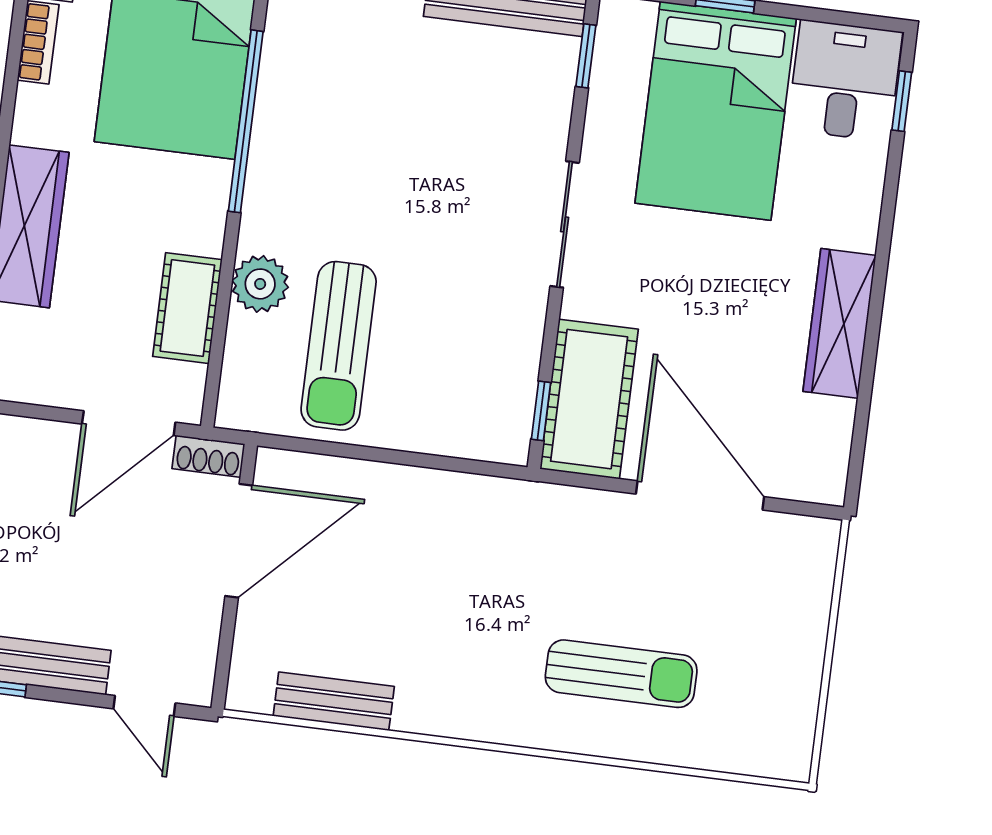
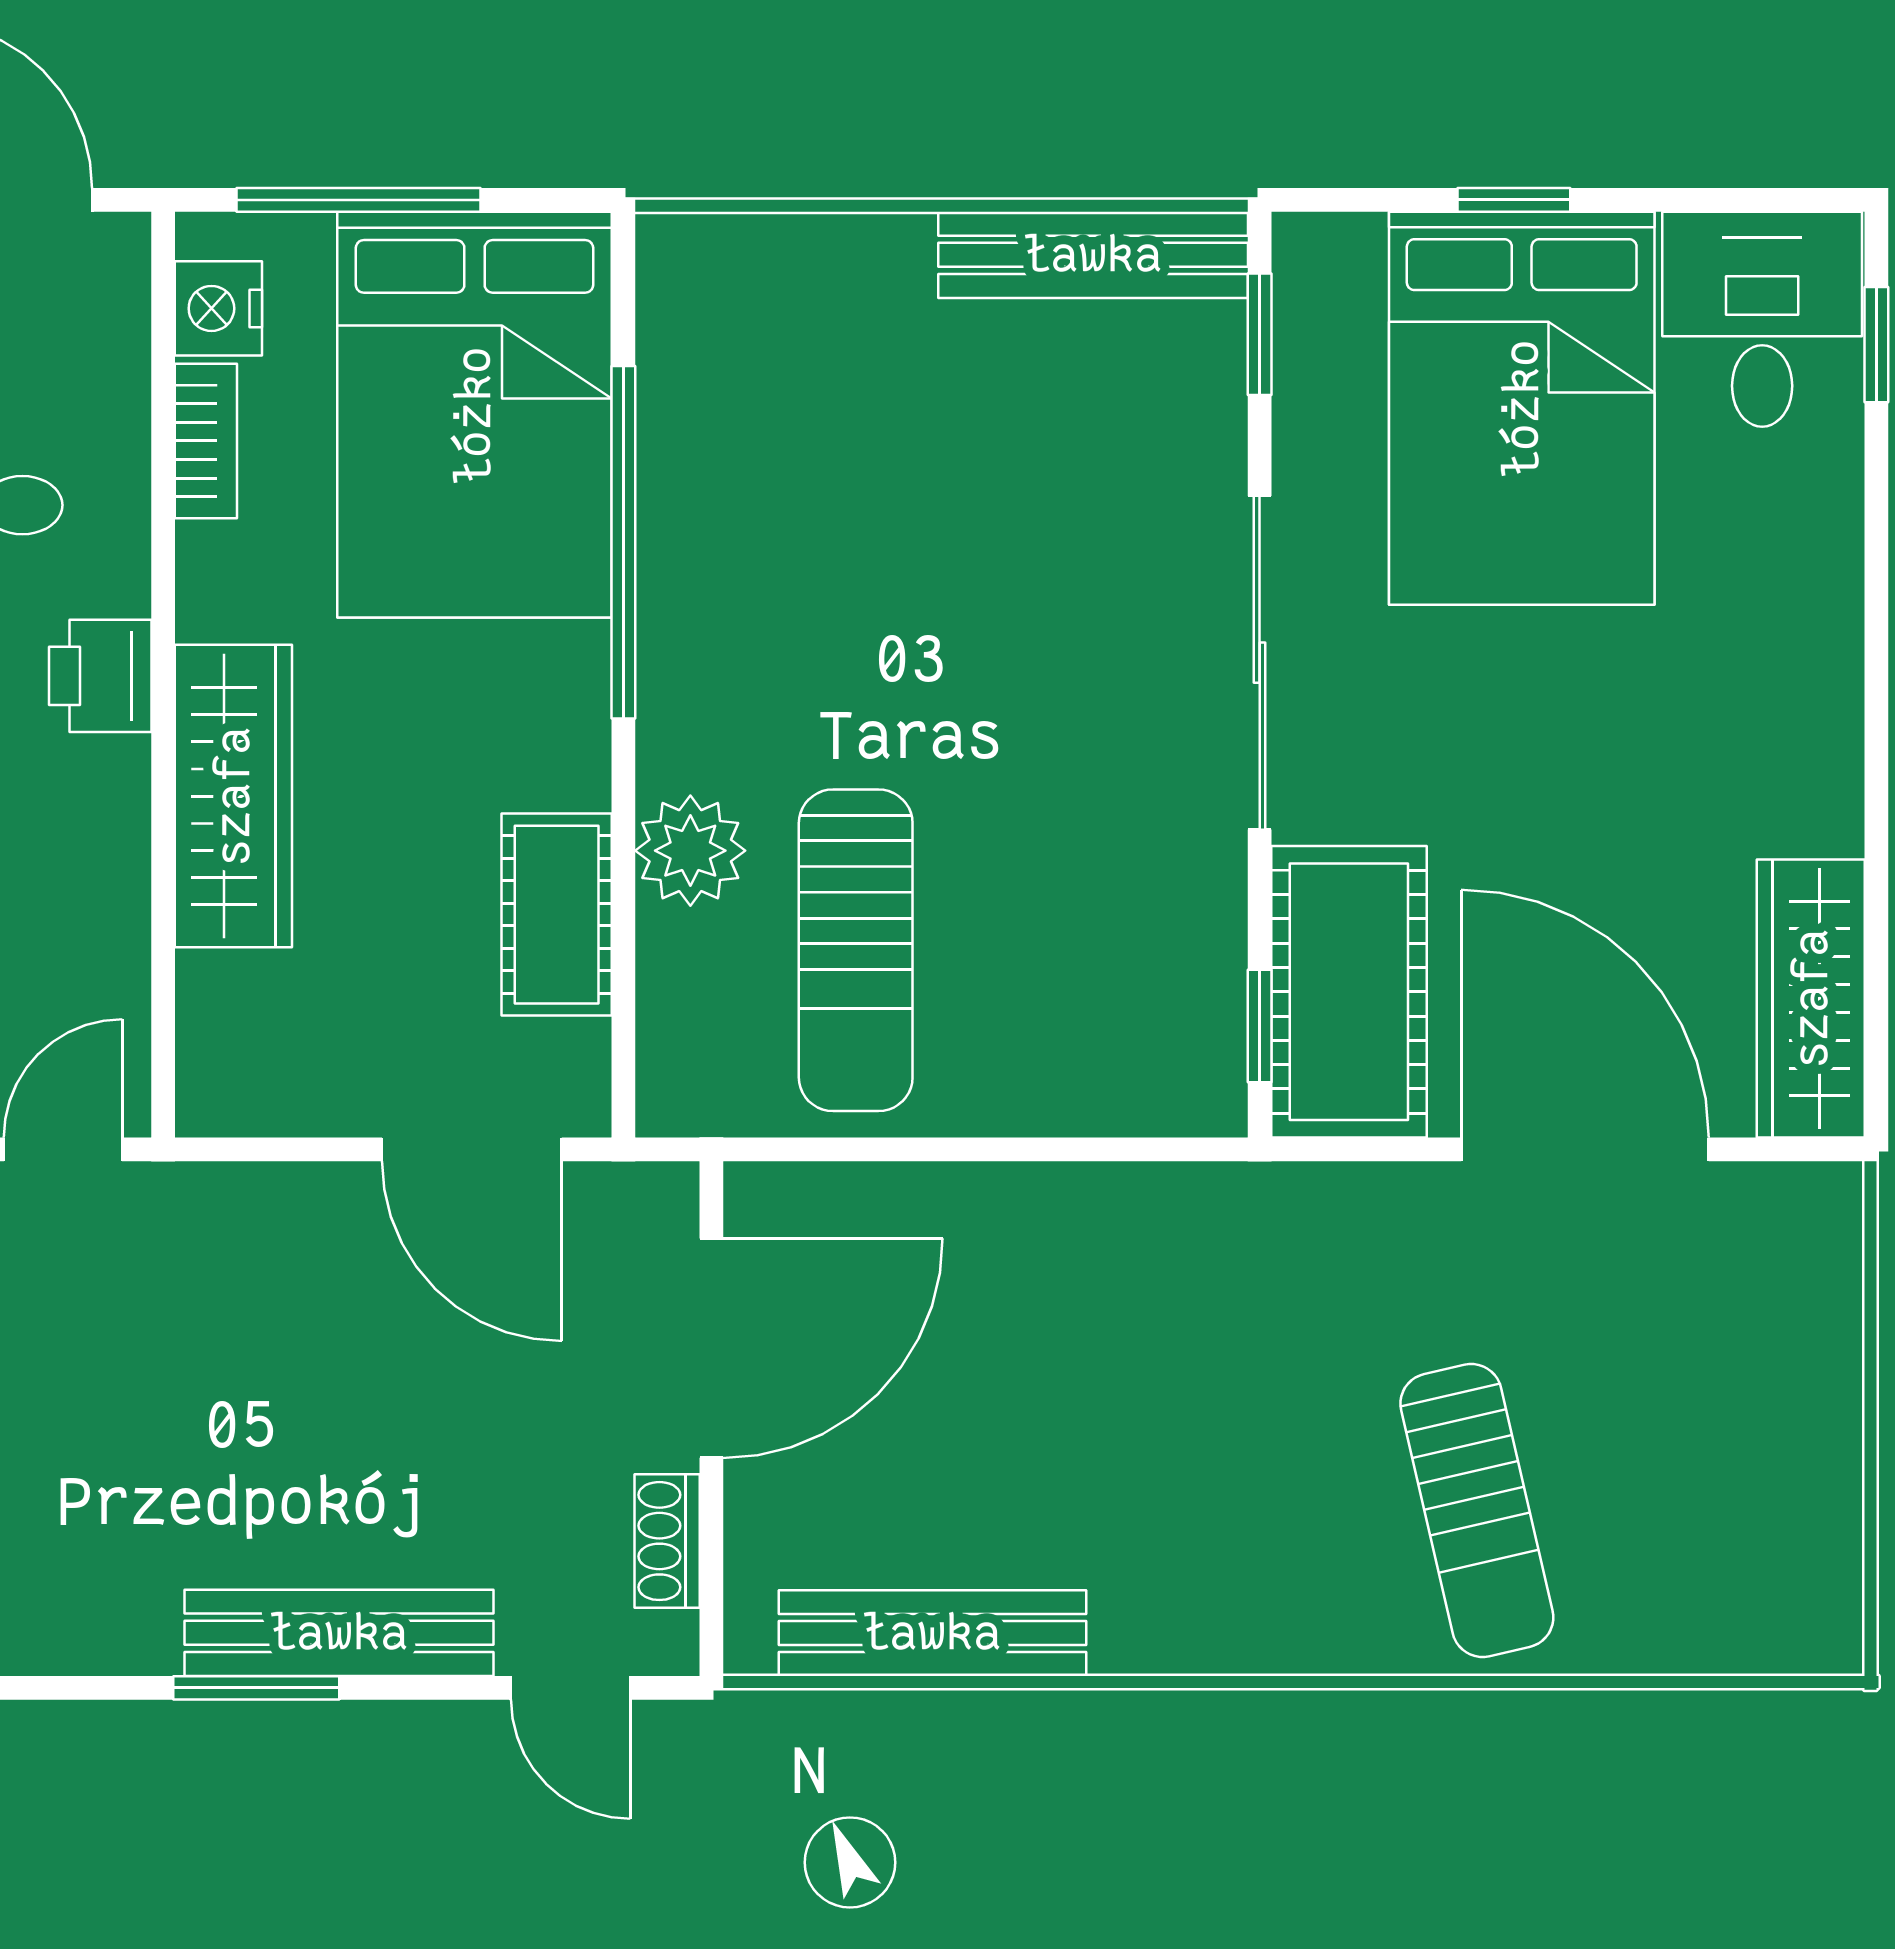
sliding door: (565, 224) -> (1260, 663), width x1.37
wardrobe: (839, 323) -> (1811, 998), moved
door: (129, 423) -> (472, 1149), hinge flipped
shoe rack: (208, 456) -> (667, 1541), moved, turned 90
sun lounger: (621, 674) -> (1477, 1510), turned 77
bench: (334, 701) -> (932, 1633), width x1.36

